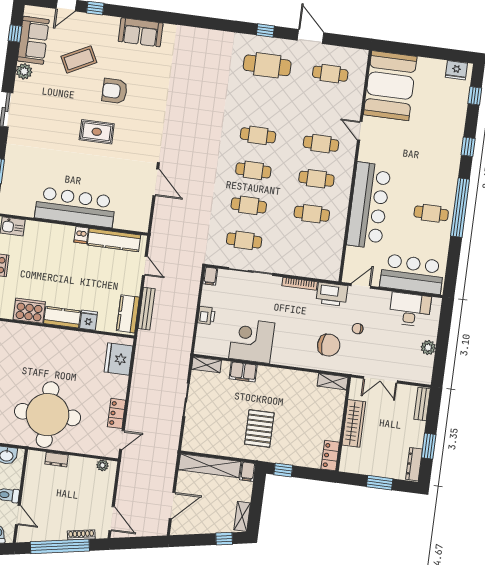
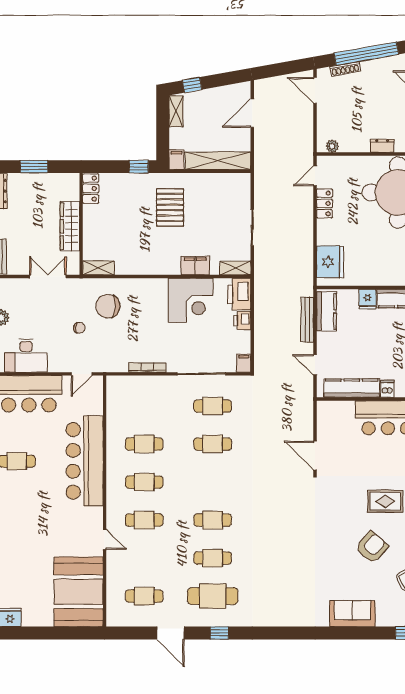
armchair: (115, 91) -> (372, 547), turned -49
cafe table: (253, 170) -> (213, 558), moved
printer: (332, 294) -> (239, 294), moved, turned -90

